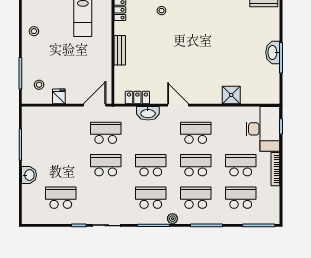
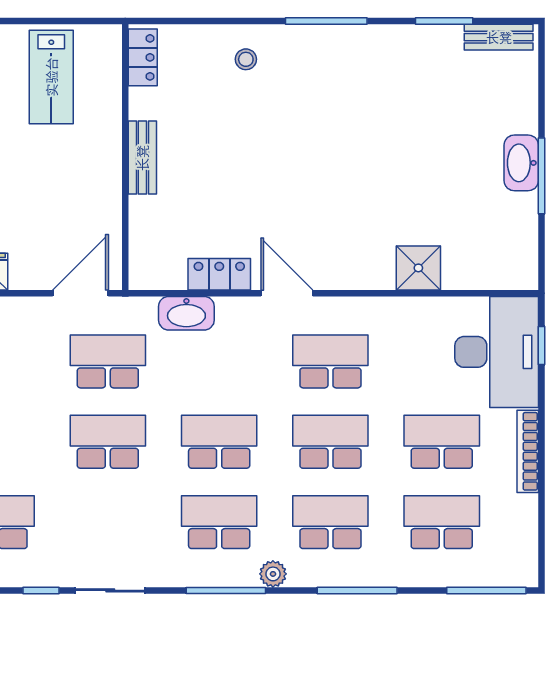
locker: (137, 98) -> (219, 274), moved
washbasin: (148, 113) -> (186, 313), moved

